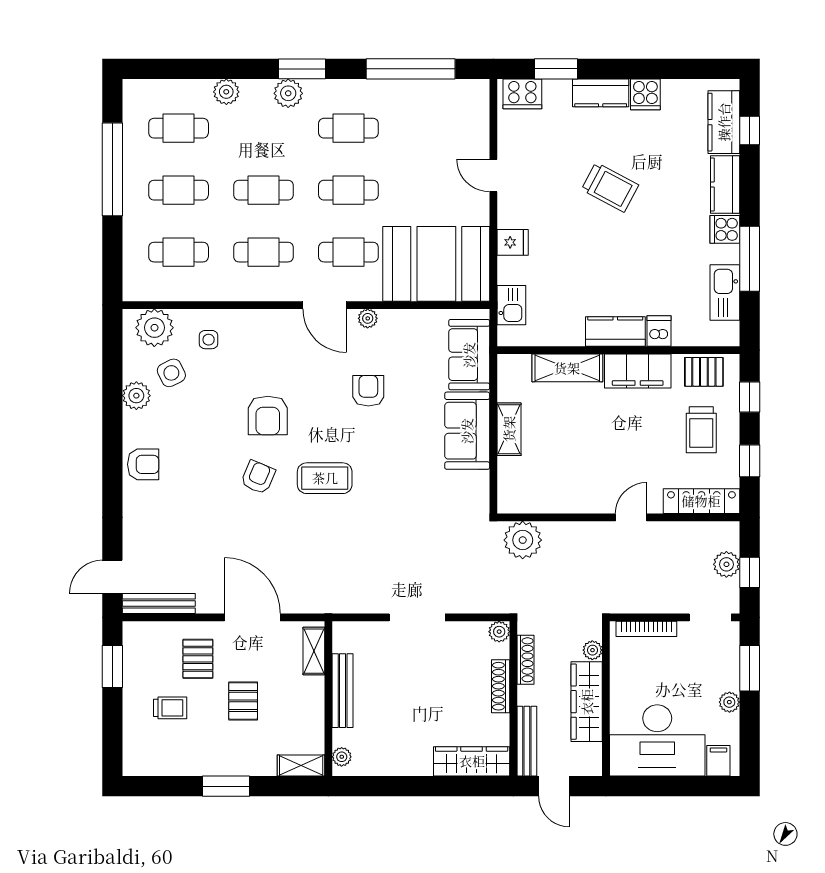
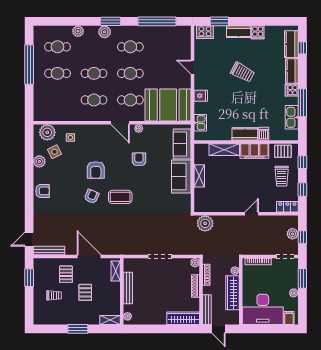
cafe table: (179, 252) -> (58, 100), removed
locker: (701, 501) -> (287, 207), width x0.66

